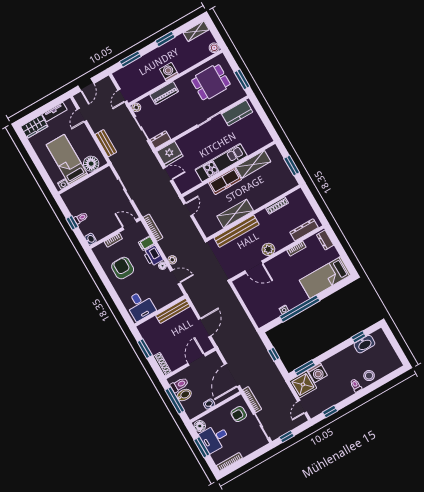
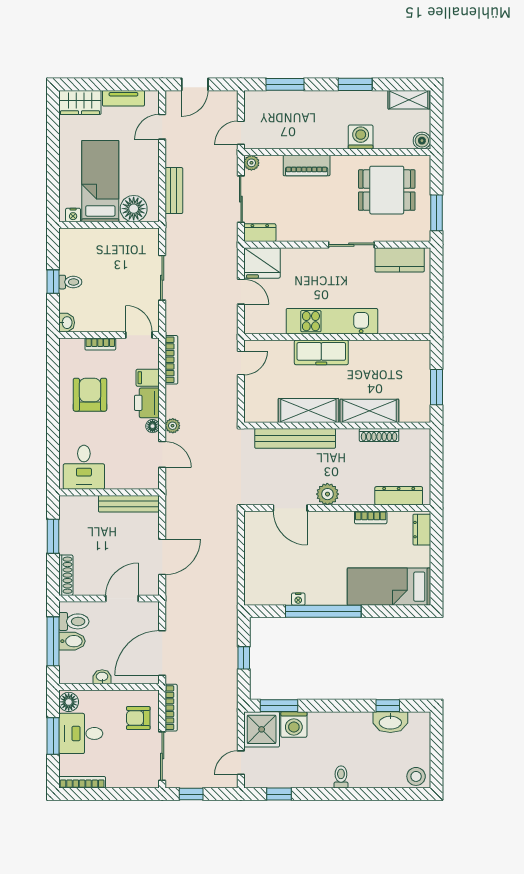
washing machine: (169, 72) -> (361, 137), moved
shelving: (253, 164) -> (369, 411), moved
stool: (369, 376) -> (416, 776), moved

